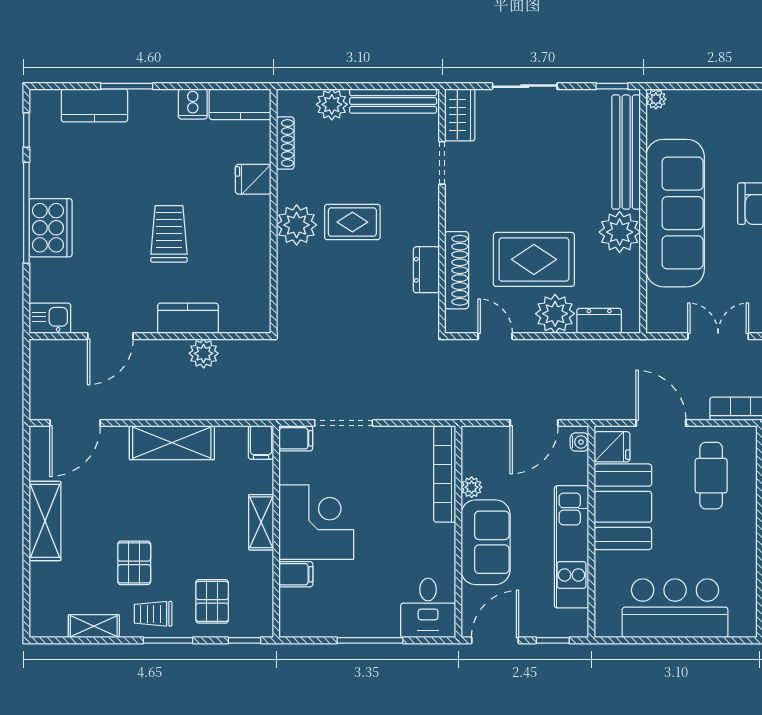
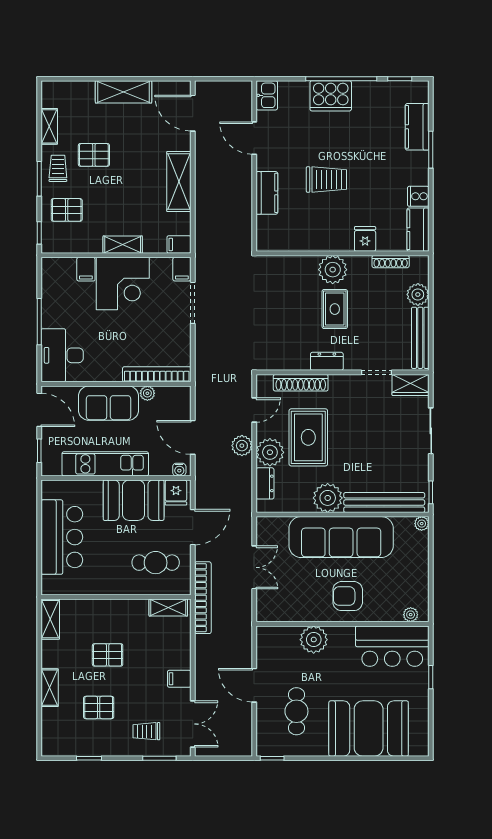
dresser: (426, 270) -> (327, 361), moved
plant: (204, 353) -> (242, 446), moved
desk: (428, 608) -> (62, 355), width x1.37

